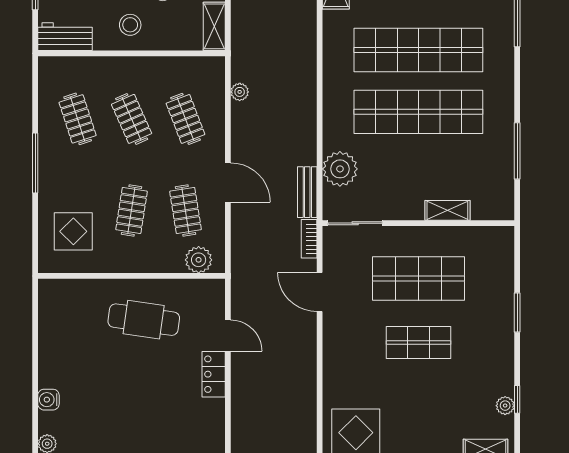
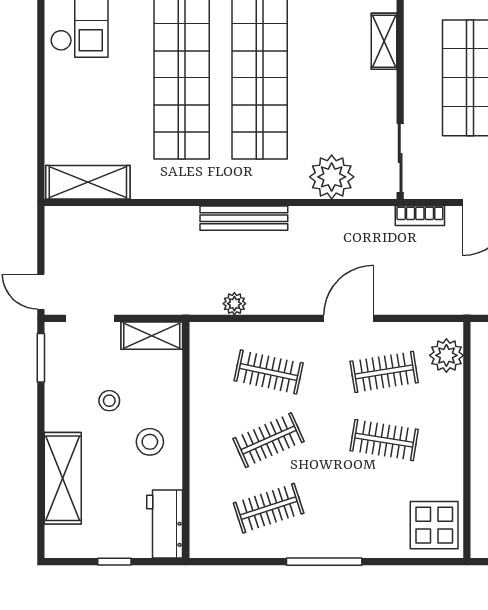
clothes rail: (185, 119) -> (269, 372), turned 33
bench: (307, 192) -> (244, 218), moved, width x1.36
display table: (73, 231) -> (434, 525), moved

